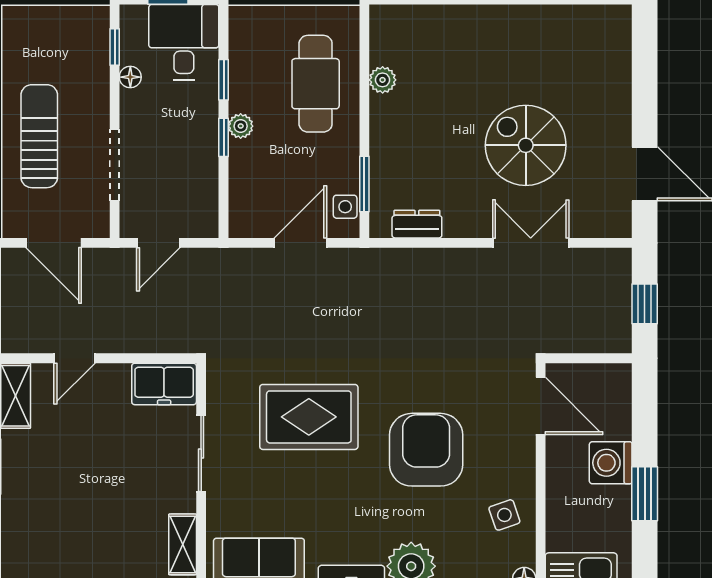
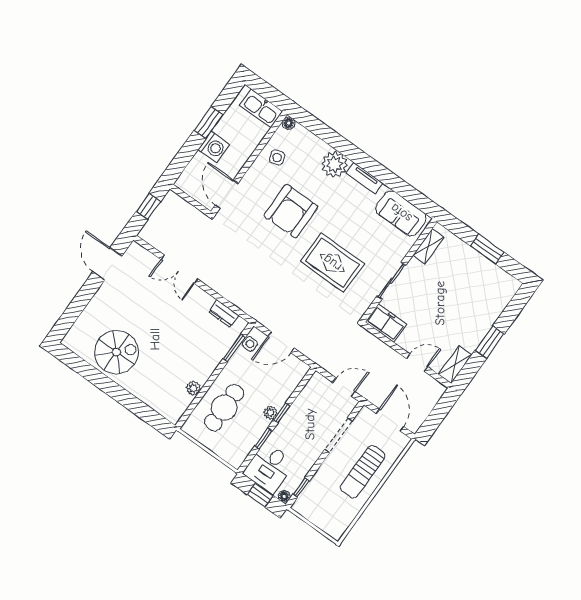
floor lamp: (130, 77) -> (284, 496), moved
spiral stairs: (526, 145) -> (116, 352), moved, turned -90

